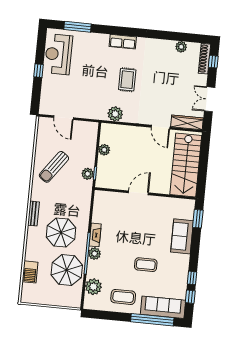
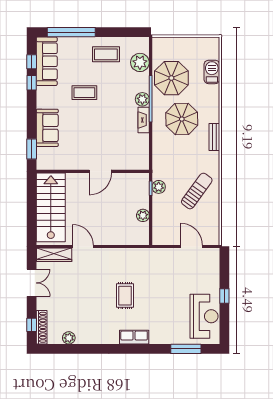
plant: (115, 114) -> (135, 256), removed
sofa: (163, 307) -> (47, 61), moved, turned -90

